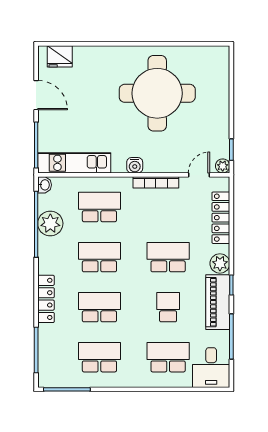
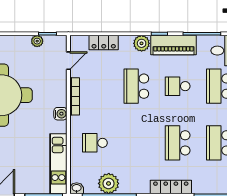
plant: (223, 166) -> (37, 41), moved
door: (199, 175) -> (68, 61), swing flipped
school desk: (99, 207) -> (95, 143), width x0.54
locker: (221, 218) -> (104, 43), width x0.66
school desk: (99, 257) -> (136, 143), removed

